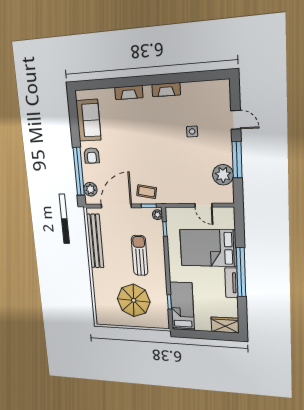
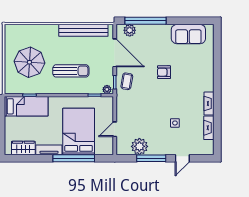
fireplace: (129, 92) -> (209, 128), moved
armchair: (92, 156) -> (164, 72), moved
window: (241, 272) -> (74, 158), moved
wardrobe: (225, 325) -> (23, 148), moved, turned -90

